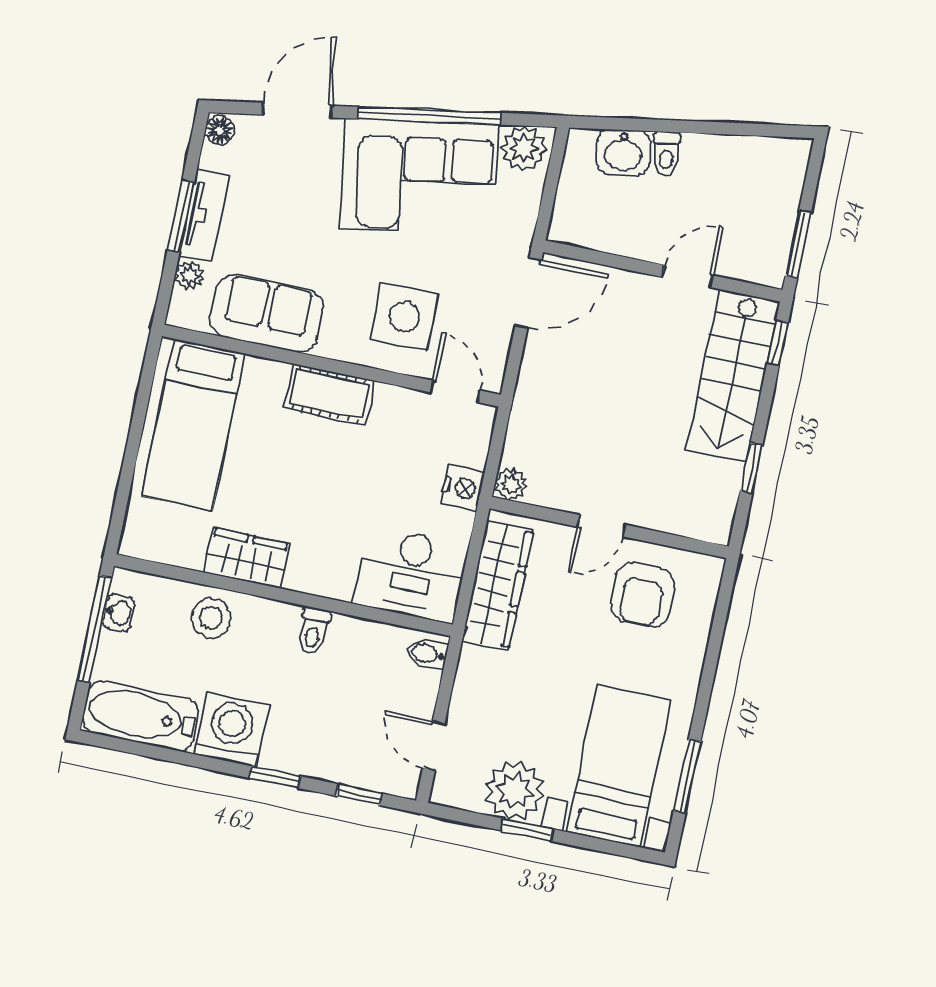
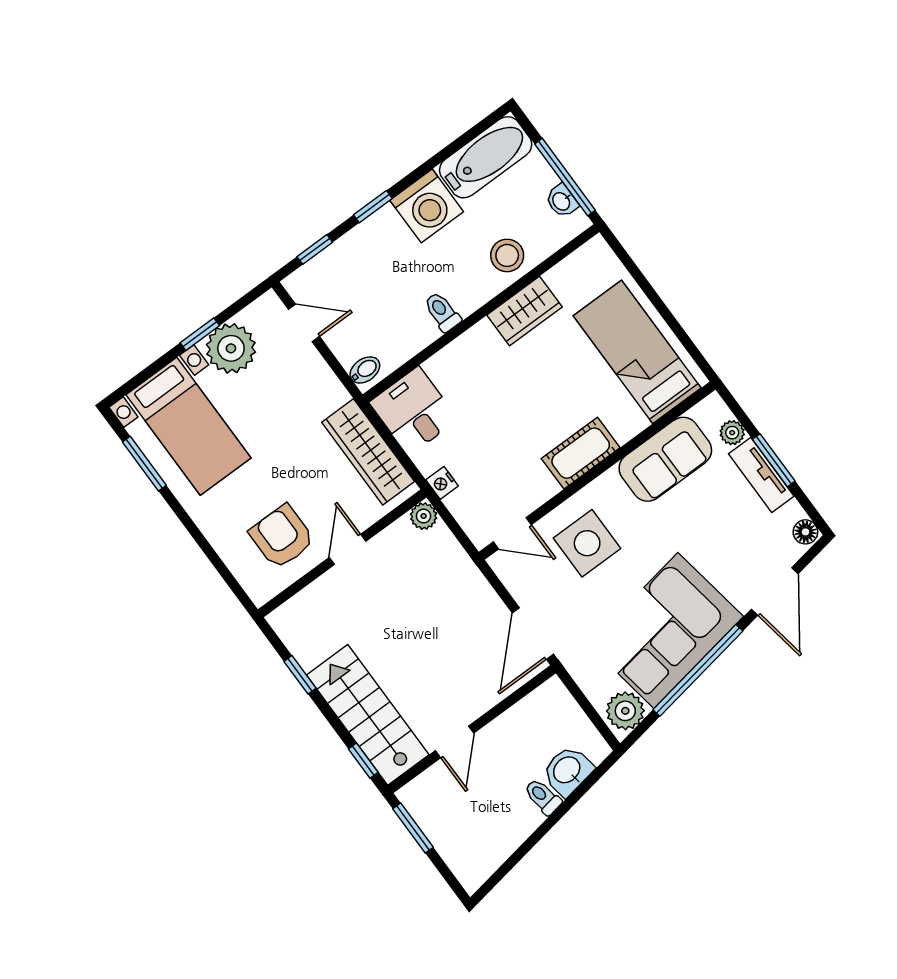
nightstand: (463, 488) -> (442, 483), width x0.72, depth x0.74
desk: (411, 574) -> (414, 411), width x0.73

